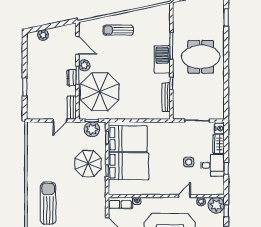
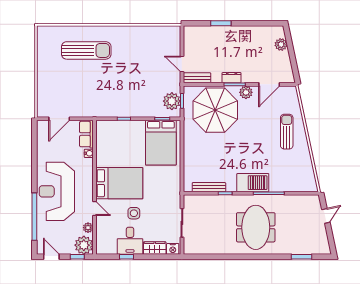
parasol: (88, 163) -> (132, 97), removed
bed: (128, 166) -> (119, 183), moved, turned -90

